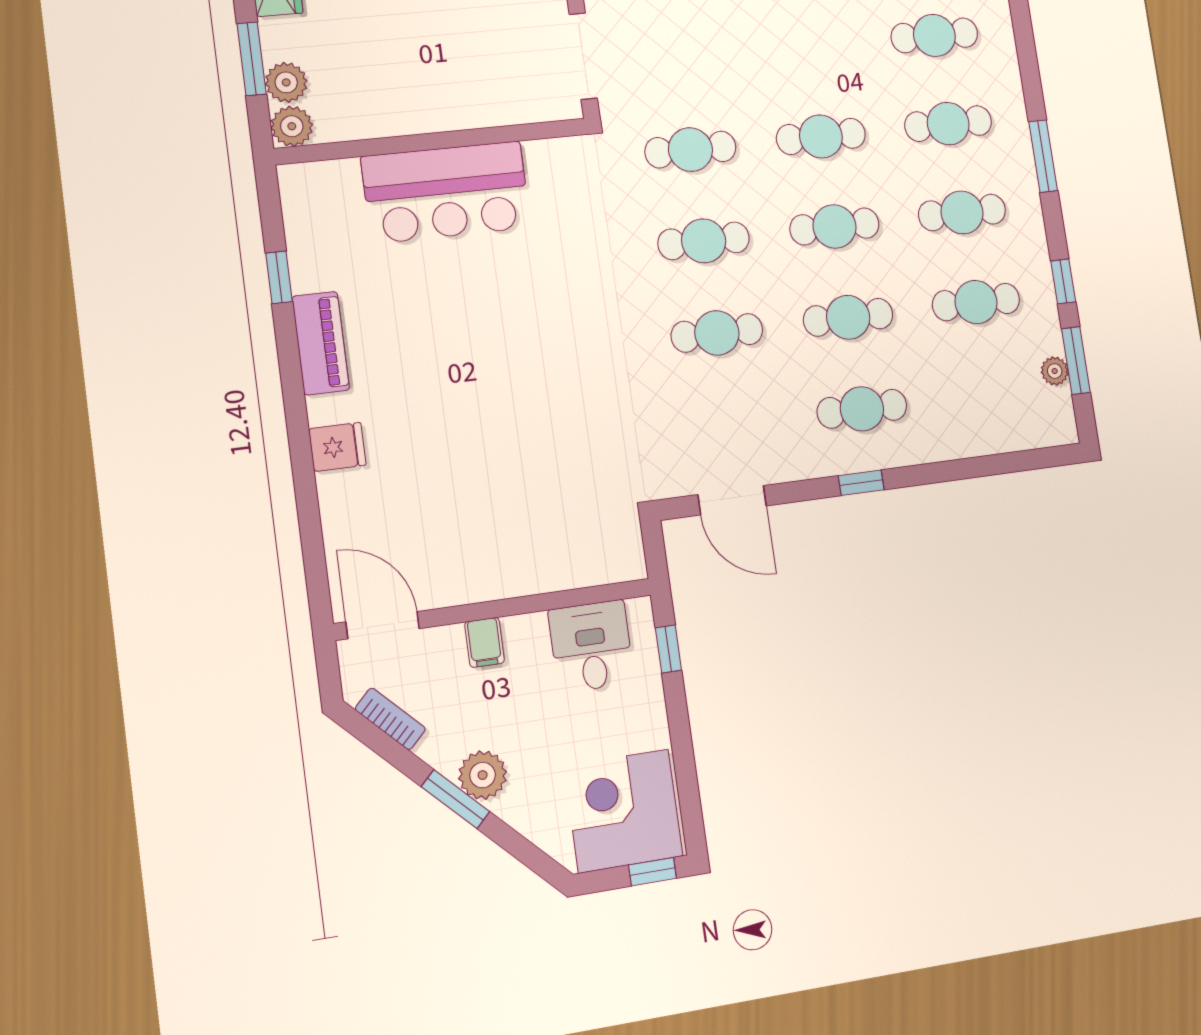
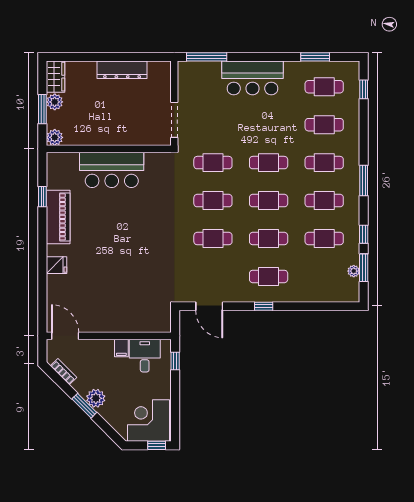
plant: (286, 82) -> (55, 102), moved
piano: (321, 343) -> (58, 217), width x1.37, depth x1.33
filing cabinet: (484, 642) -> (121, 348), moved

